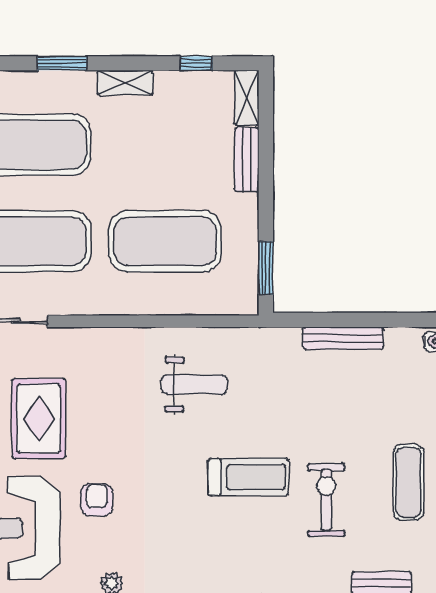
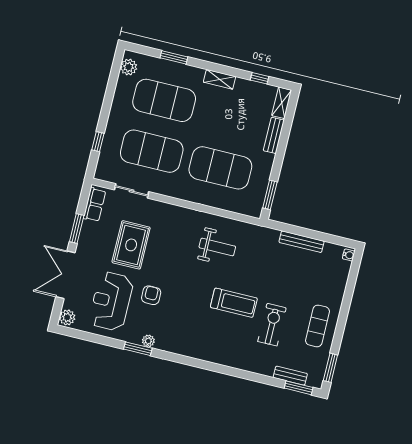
window: (62, 63) -> (174, 57), moved

